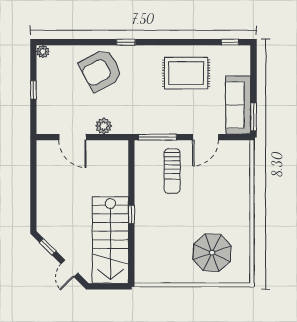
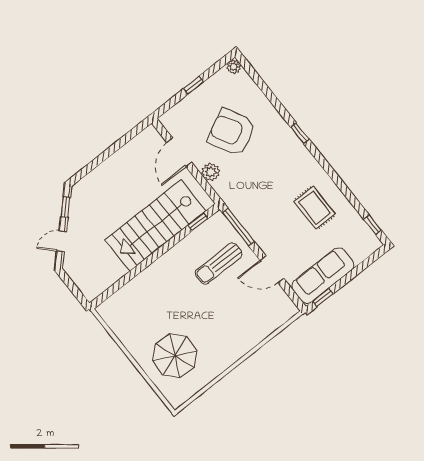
armchair: (101, 70) -> (232, 132), moved
rug: (186, 73) -> (315, 208), width x0.73, depth x0.70
window: (253, 117) -> (323, 298), width x0.67
window: (131, 214) -> (198, 222), moved
stairs: (110, 240) -> (155, 225), moved

